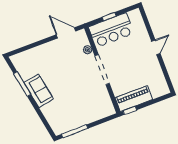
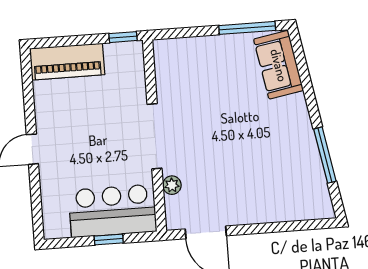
sofa: (39, 91) -> (279, 65), moved
piano: (134, 99) -> (67, 62), moved

